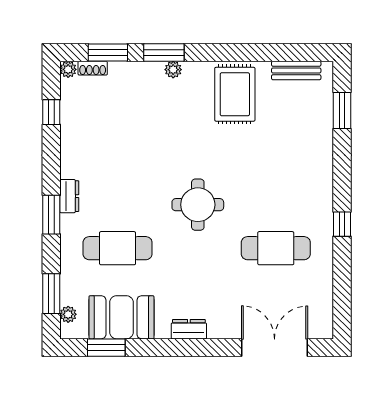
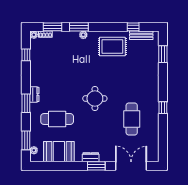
window: (279, 53) -> (133, 27), added
rug: (235, 94) -> (112, 46), turned 90
cafe table: (276, 248) -> (132, 119), turned 90
window: (106, 348) -> (96, 166), moved

